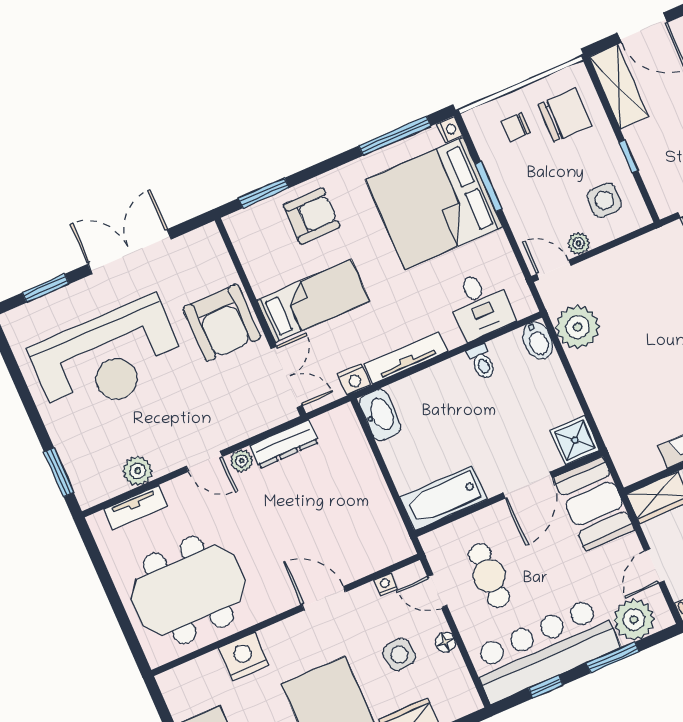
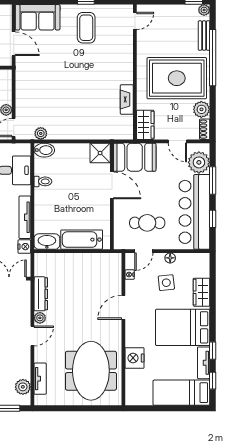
plant: (577, 327) -> (41, 133), width x0.53, depth x0.53
plant: (137, 471) -> (23, 387), moved
bathtub: (443, 498) -> (82, 240), moved, turned 90

